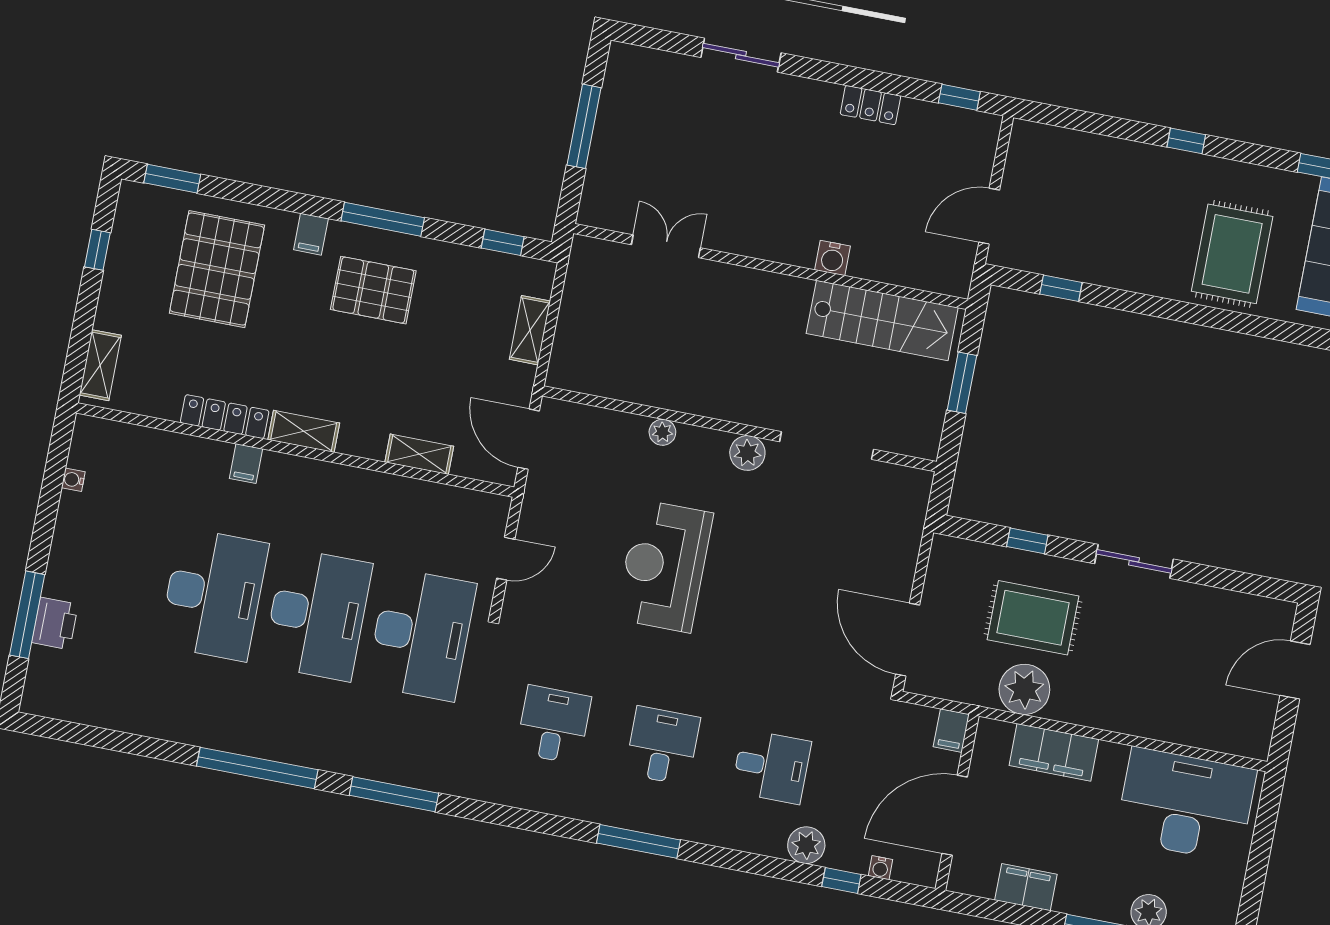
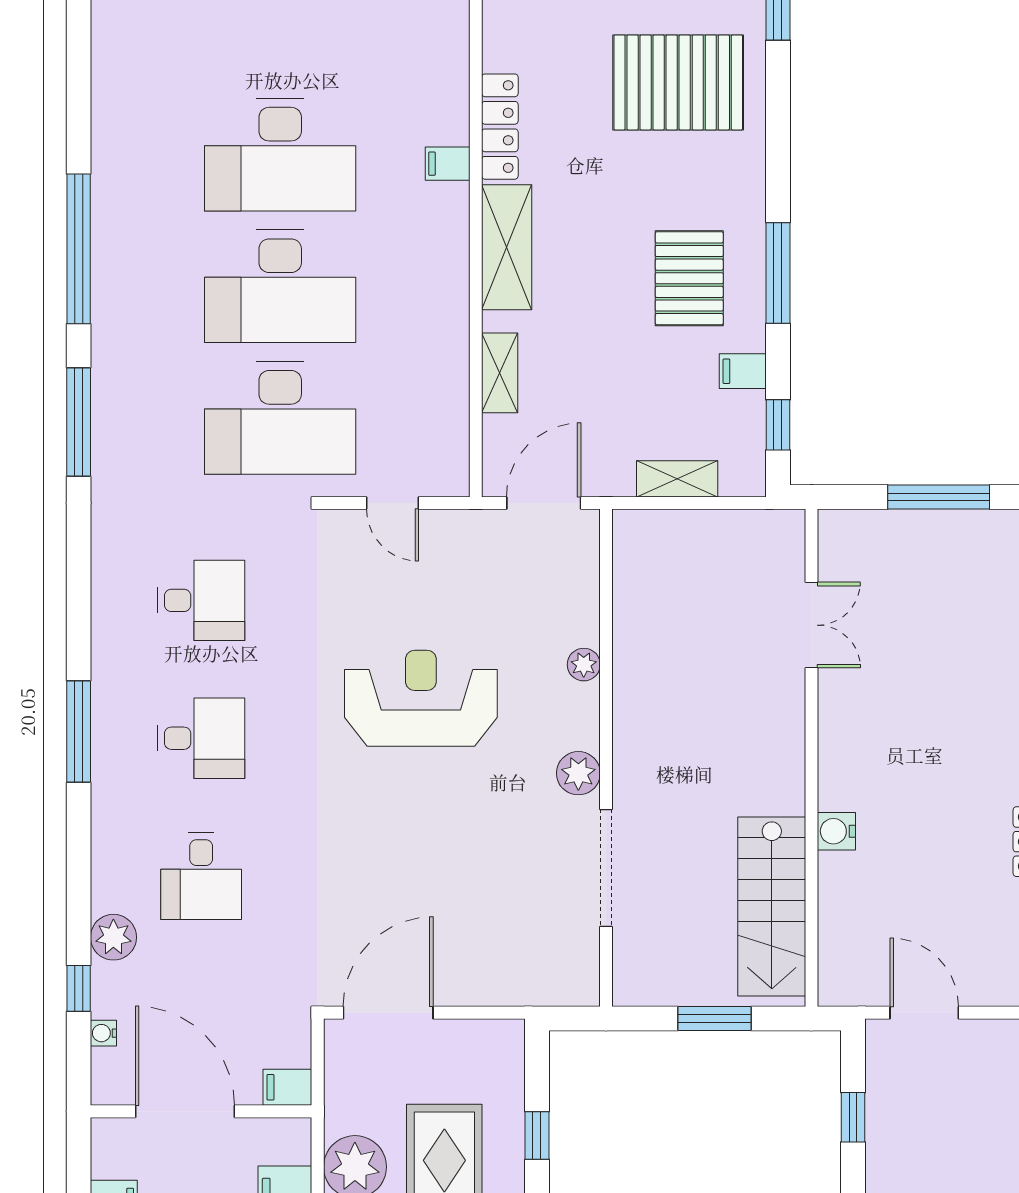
filing cabinet: (311, 234) -> (743, 371), moved
shelving: (304, 431) -> (507, 247), width x1.50, depth x1.33

